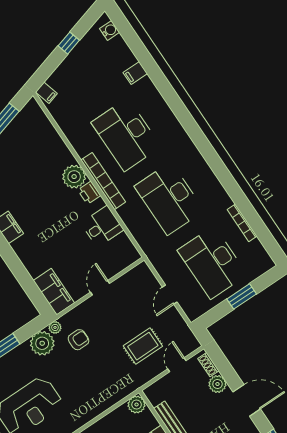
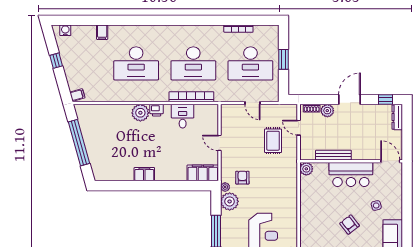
bookcase: (103, 181) -> (191, 97), moved

